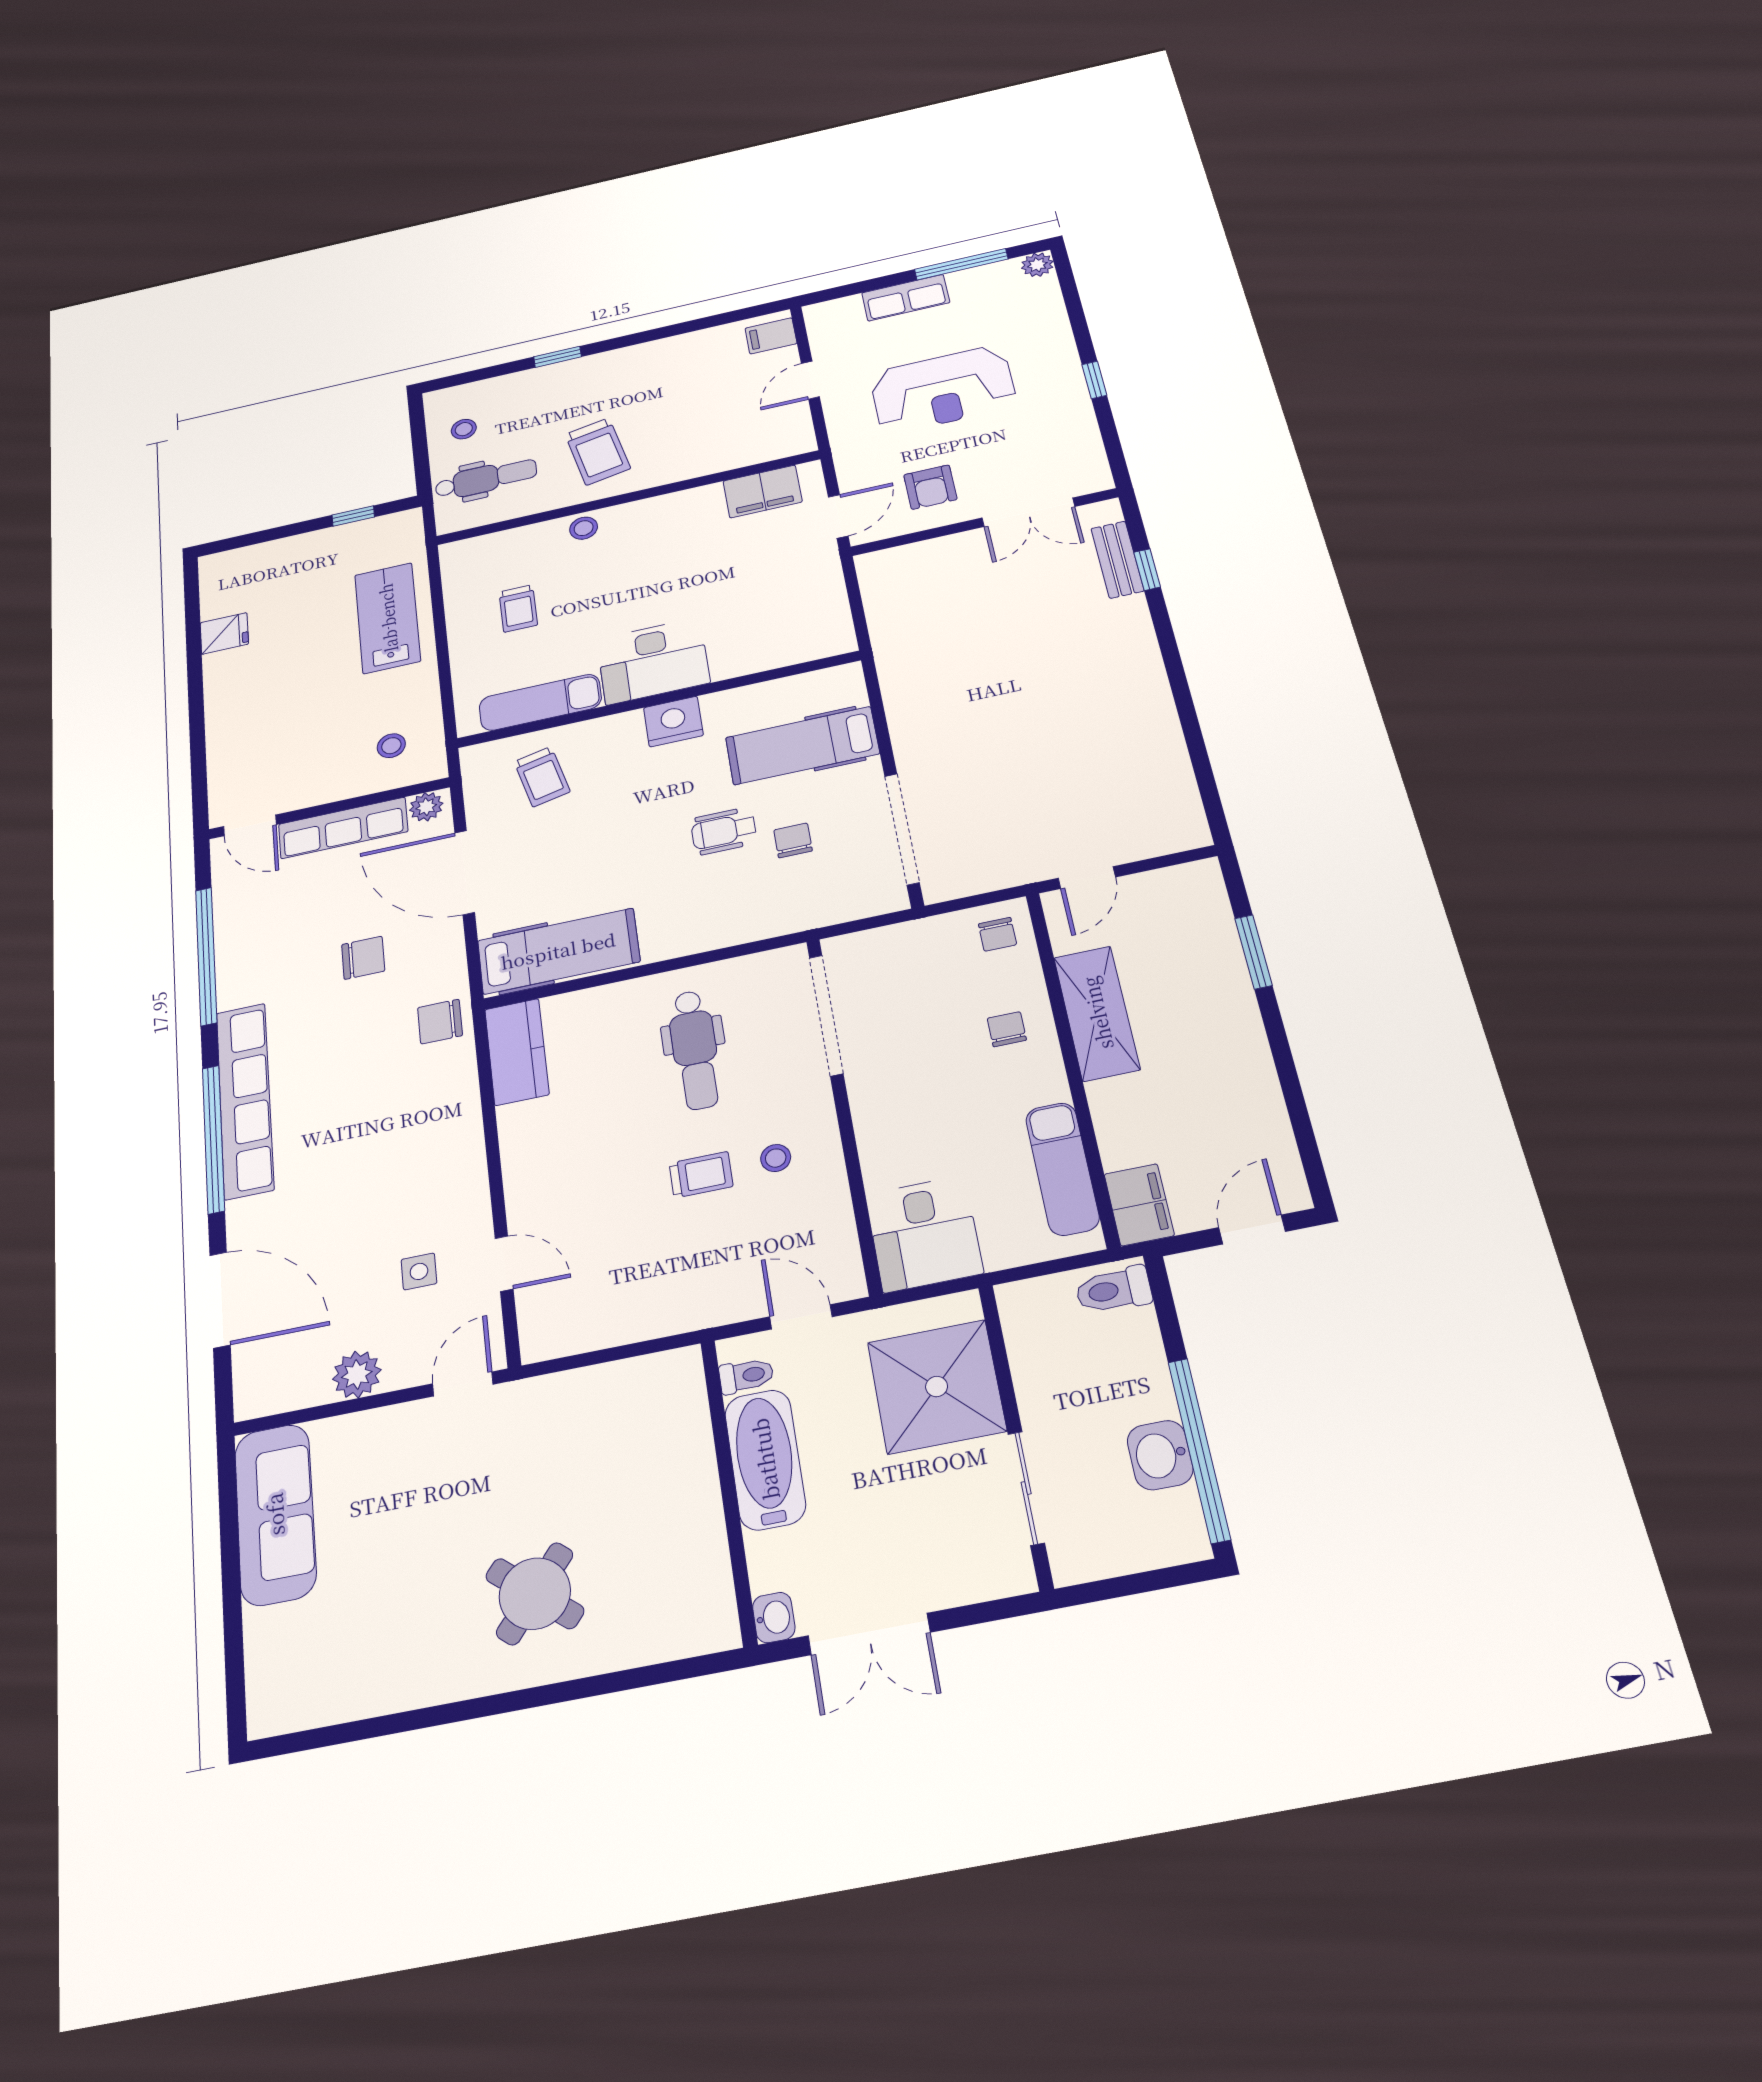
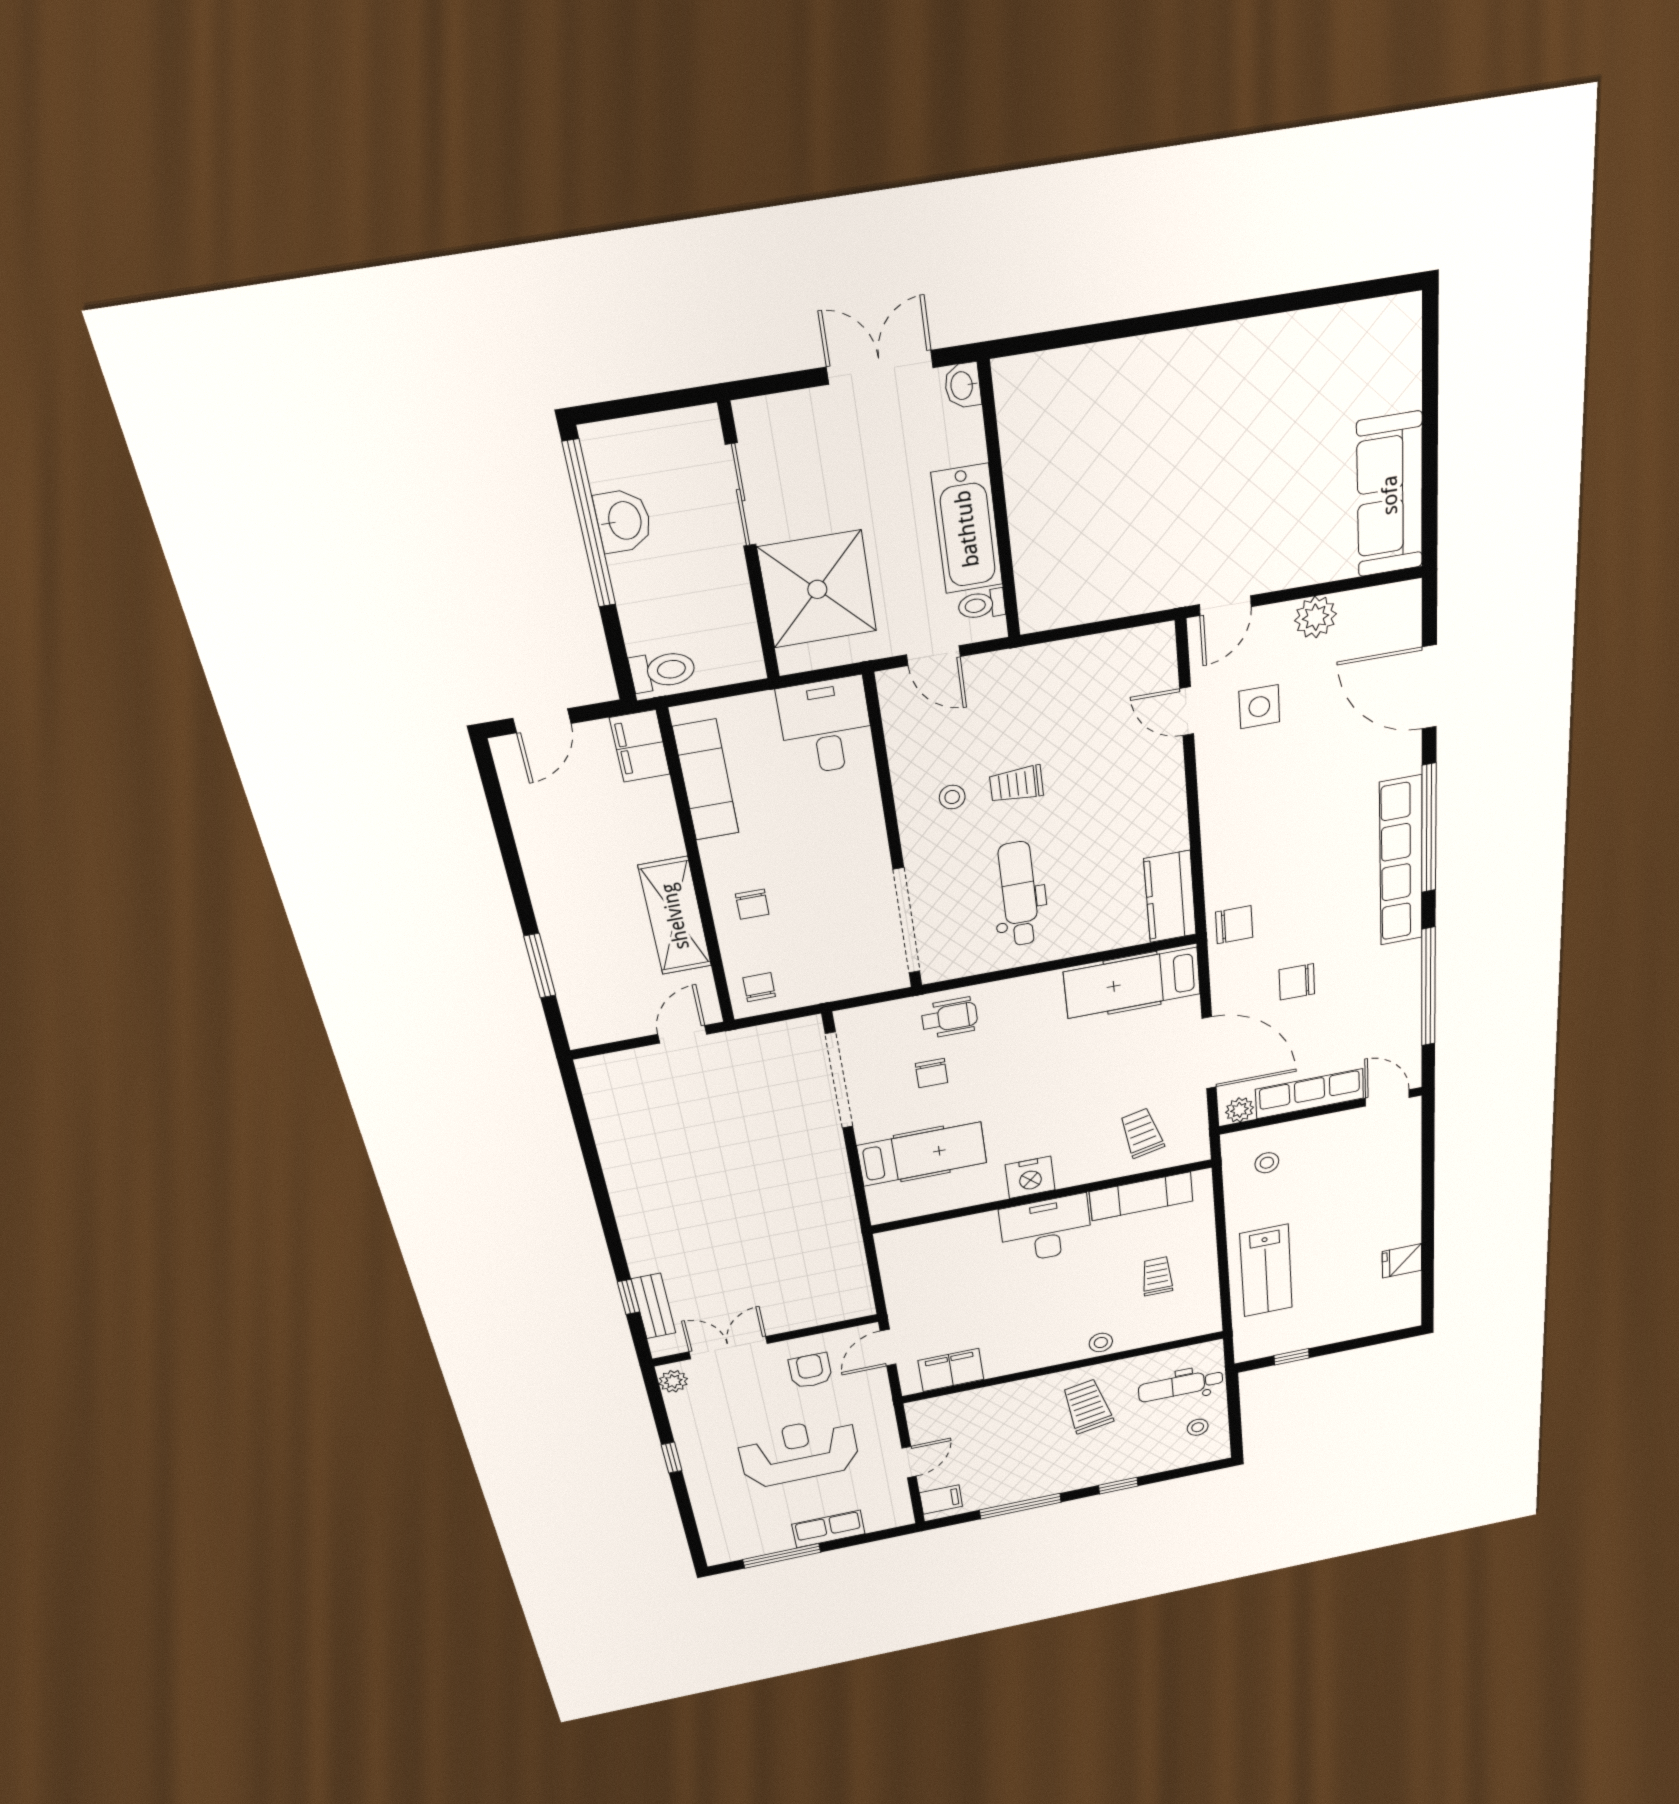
plant: (1037, 265) -> (673, 1381), moved
window: (675, 330) -> (1020, 1506), added
wheelchair: (724, 831) -> (949, 1018), moved
side table: (419, 1271) -> (1259, 707), width x1.37, depth x1.37
round table: (535, 1594) -> (1169, 415), removed

